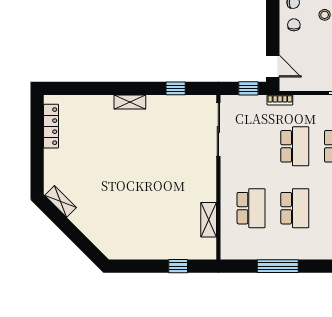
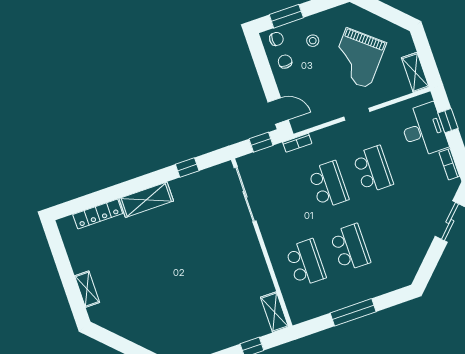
shelving: (130, 102) -> (146, 200), width x1.50, depth x1.33
locker: (51, 126) -> (98, 214), moved, turned 90
shelving: (61, 201) -> (87, 289), moved, turned 45
shelving: (209, 220) -> (274, 312), moved

